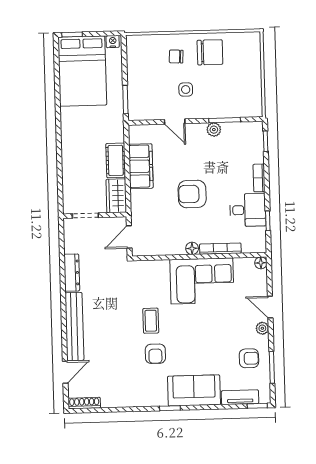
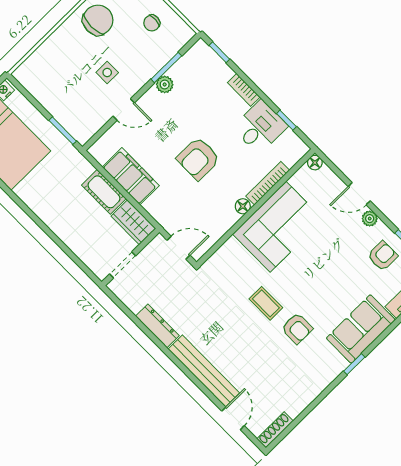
chair: (176, 56) -> (152, 23), moved
door: (129, 237) -> (178, 248), swing flipped

